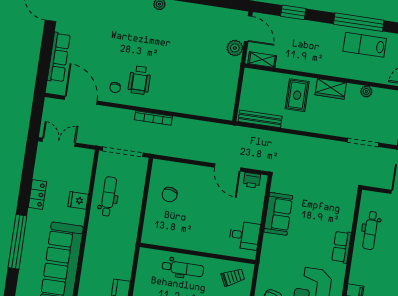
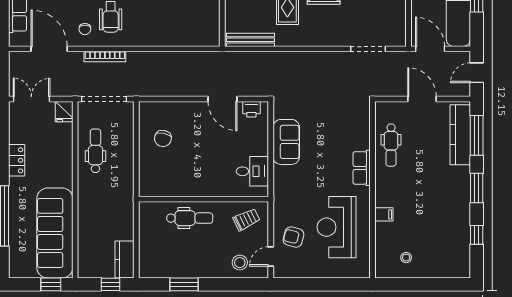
bookcase: (153, 118) -> (105, 56), moved
fridge: (78, 200) -> (64, 112), moved, turned -90

